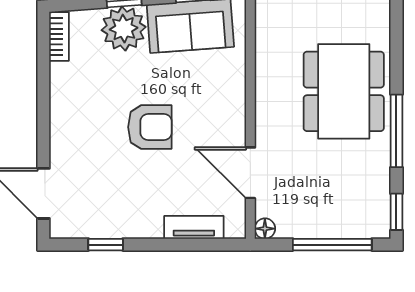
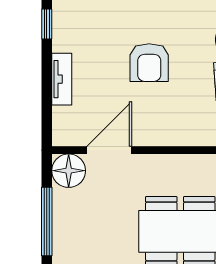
tv unit: (194, 227) -> (62, 79), moved
floor lamp: (265, 229) -> (69, 171), width x1.89, depth x1.89

